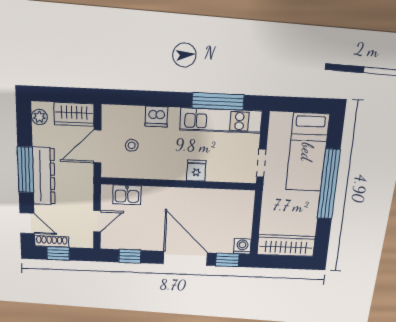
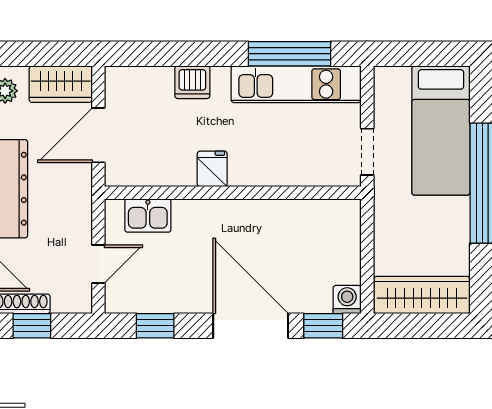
stool: (132, 145) -> (154, 131), removed
fridge: (196, 171) -> (212, 169), moved

